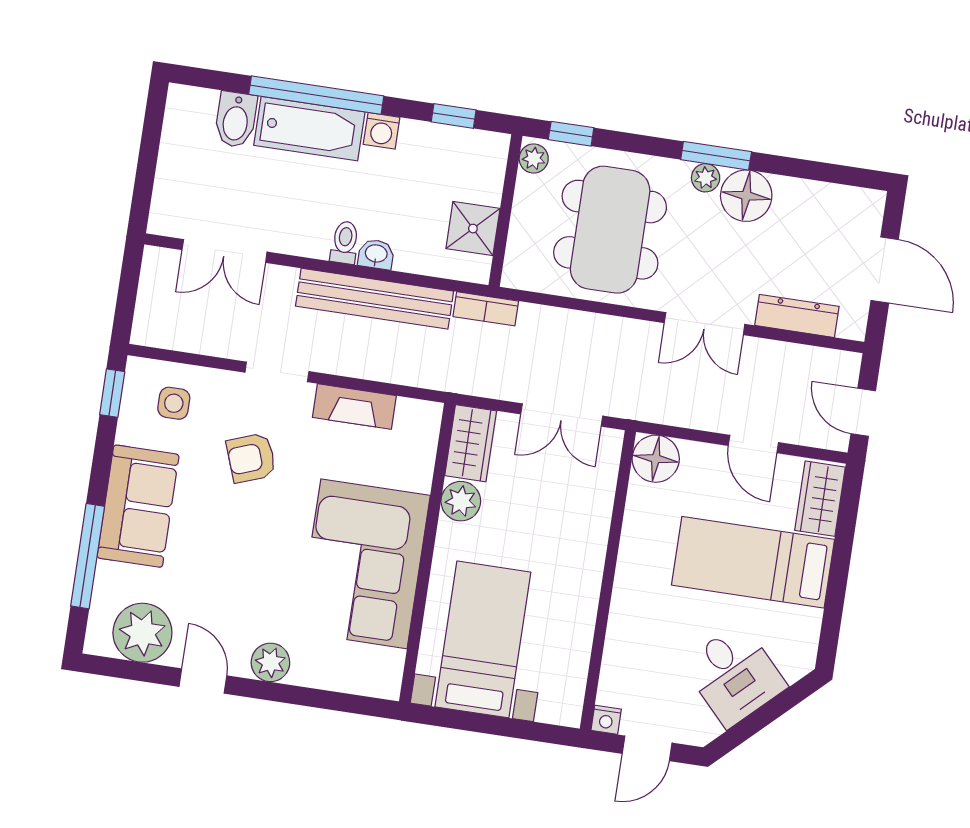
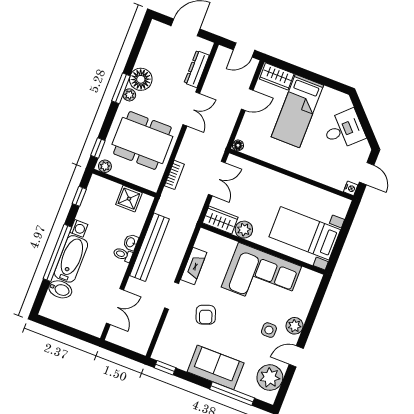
bookcase: (486, 309) -> (174, 175), moved
side table: (174, 403) -> (269, 330), moved
floor lamp: (656, 459) -> (238, 145), width x0.53, depth x0.53

